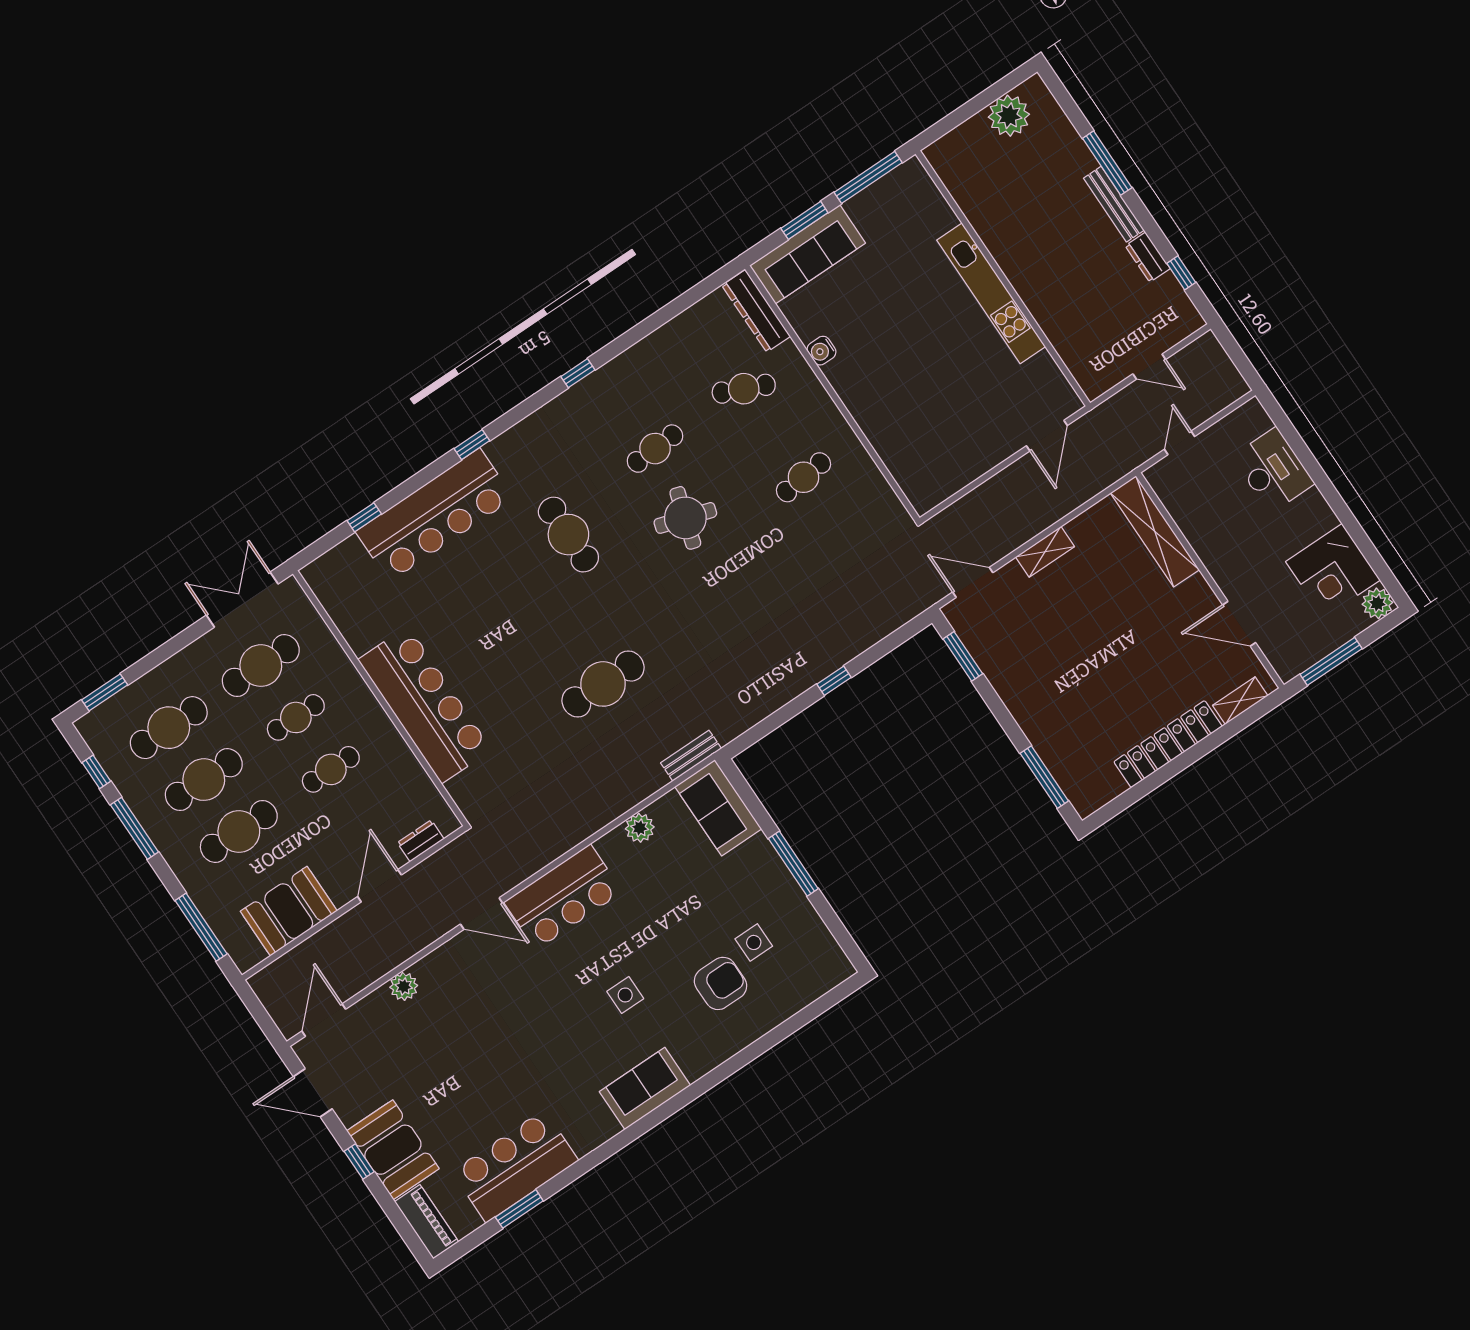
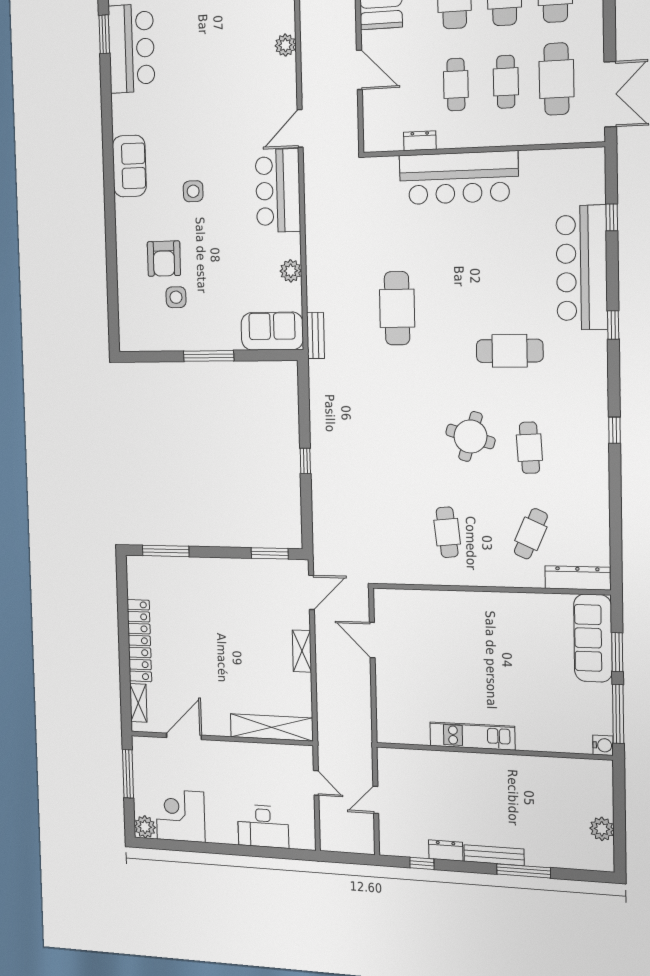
plant: (1009, 116) -> (602, 829), width x0.73, depth x0.73
kitchen unit: (991, 293) -> (472, 736), width x0.73
water cooler: (822, 351) -> (603, 745), moved, turned 90
door: (1047, 436) -> (372, 640), moved
dresser: (421, 841) -> (420, 141), moved, turned -90

